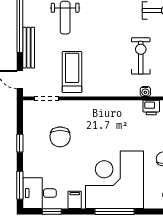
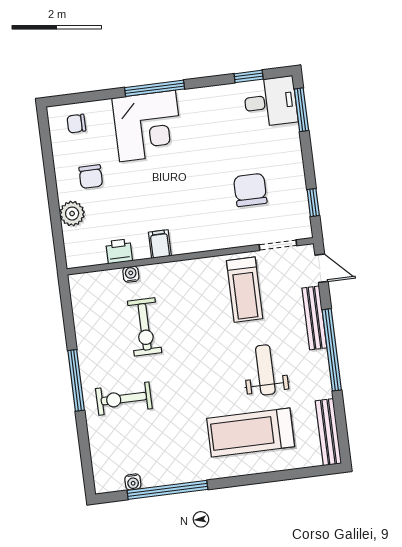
window: (20, 143) -> (313, 203), moved
corner desk: (115, 180) -> (147, 126), width x0.74, depth x0.74
filing cabinet: (75, 200) -> (160, 244), moved, turned 180

